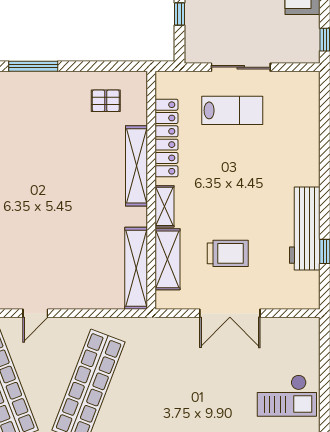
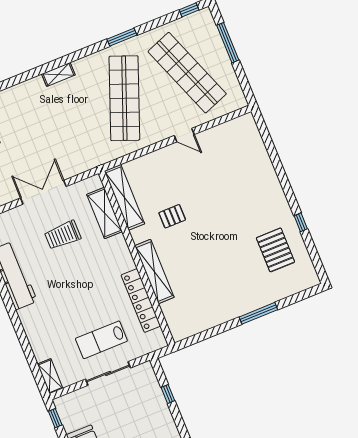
pallet: (106, 101) -> (172, 216), moved
shelving: (165, 206) -> (50, 376), moved
door: (35, 313) -> (184, 135), swing flipped

